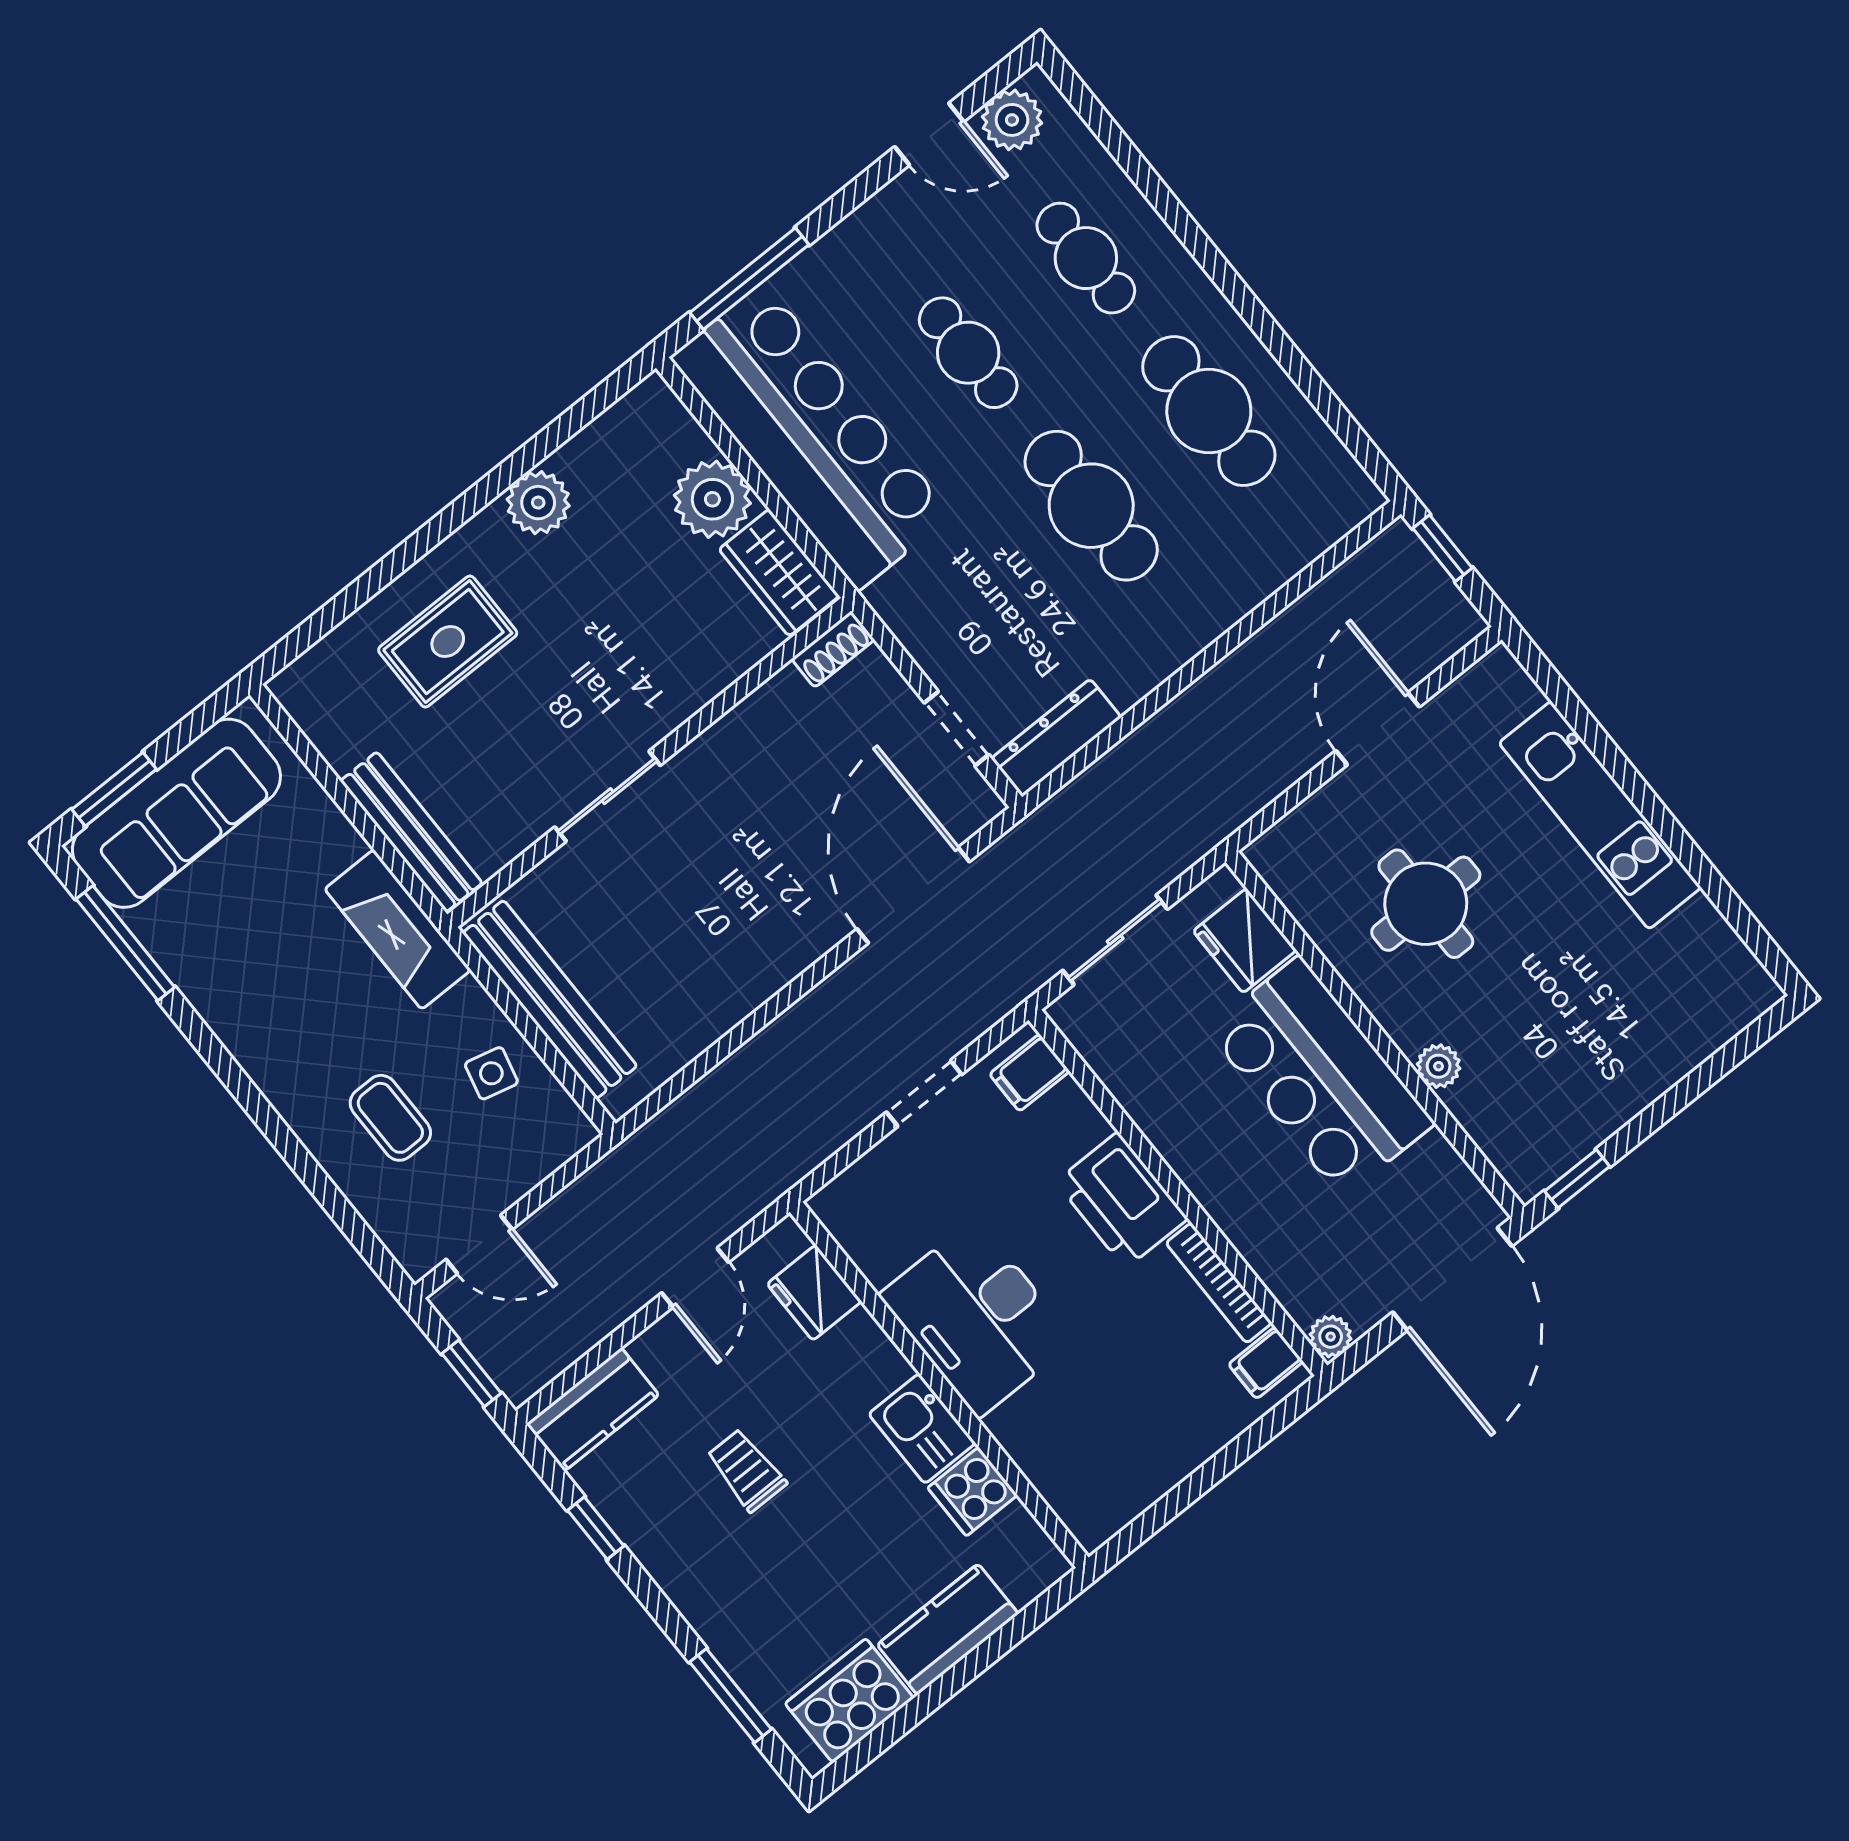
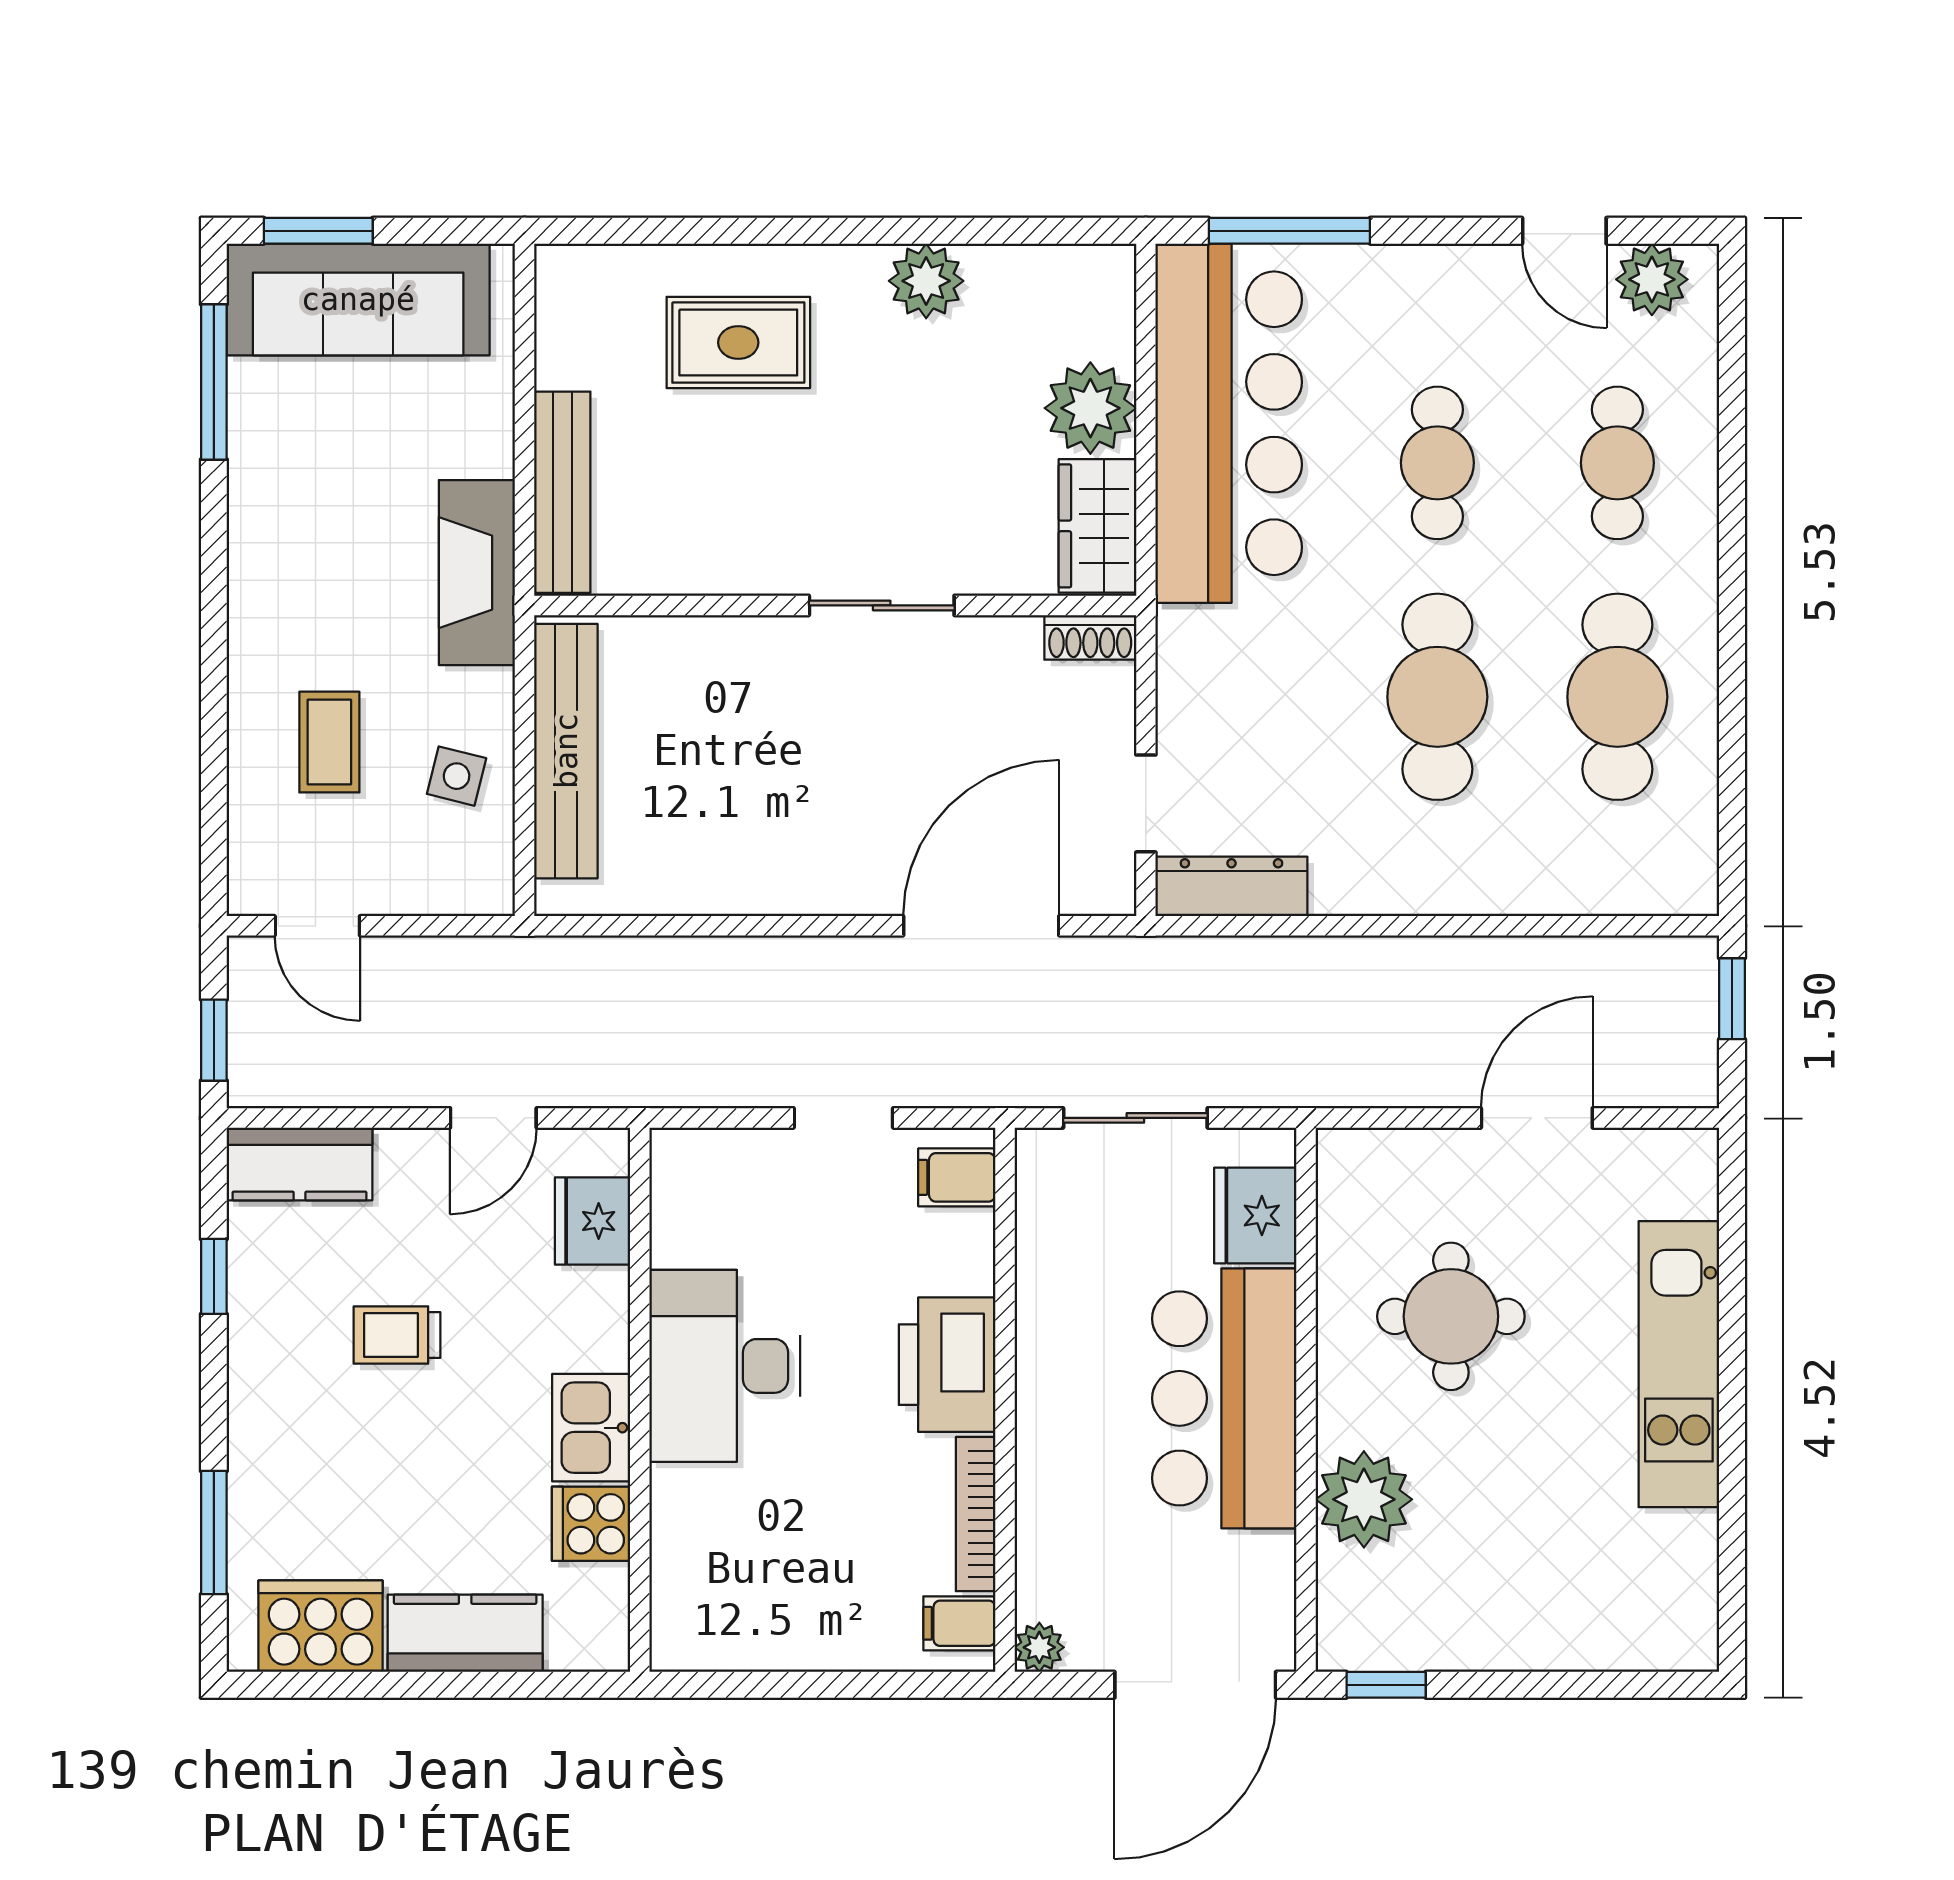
sliding door: (608, 796) -> (882, 605), moved
plant: (1439, 1066) -> (1364, 1499), width x1.87, depth x1.87
trolley: (746, 1470) -> (397, 1335), turned -90

